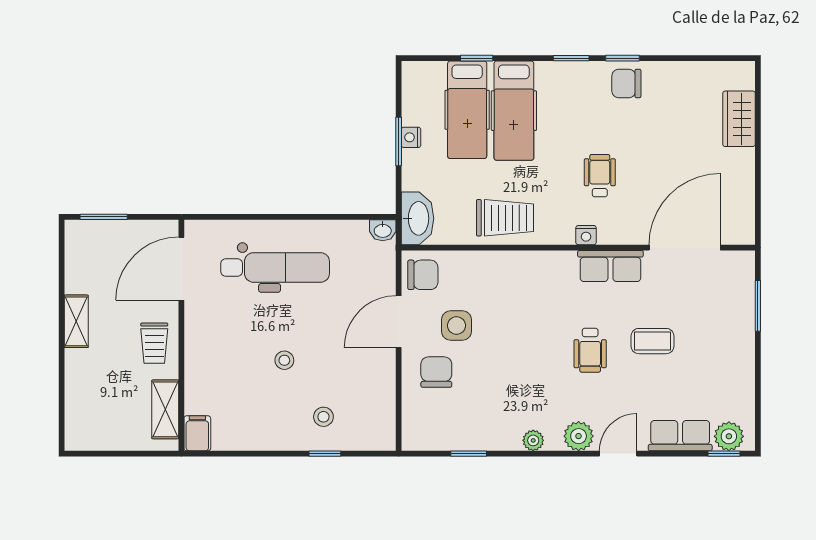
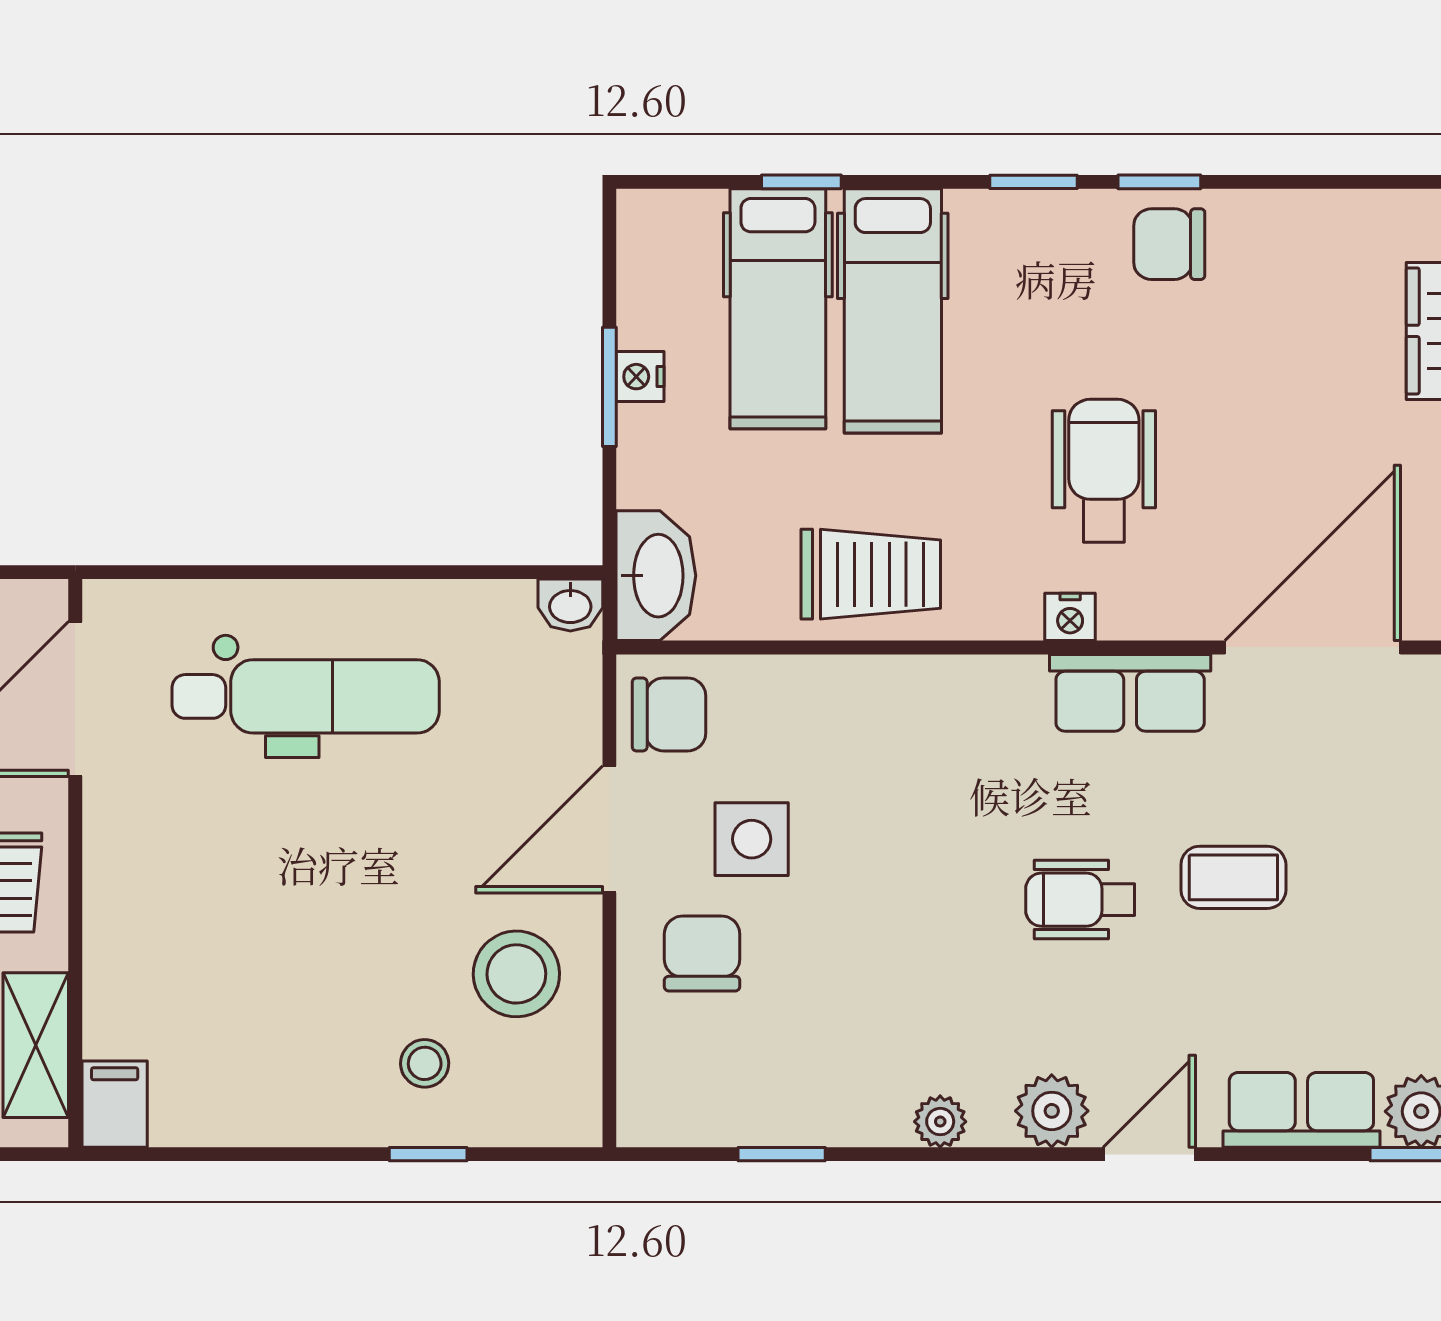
wheelchair: (600, 176) -> (1104, 471), width x1.36, depth x1.37
wheelchair: (590, 350) -> (1080, 900), turned 90
stool: (284, 360) -> (516, 974), moved, width x1.89, depth x1.89

